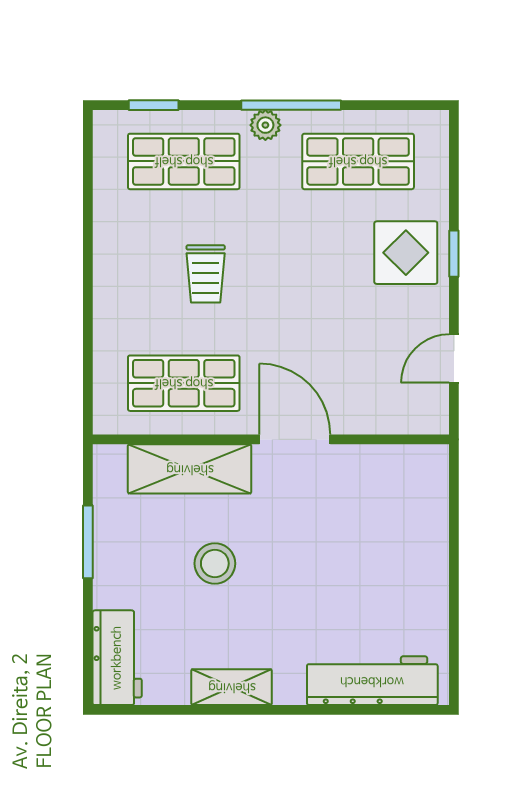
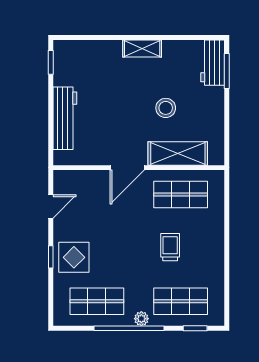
window: (291, 105) -> (129, 328), width x1.46
door: (295, 439) -> (127, 168), hinge flipped
window: (88, 542) -> (227, 71), moved
window: (454, 658) -> (51, 62), added
workbench: (372, 681) -> (65, 118), moved, turned -90
shelving: (232, 687) -> (142, 48), moved

